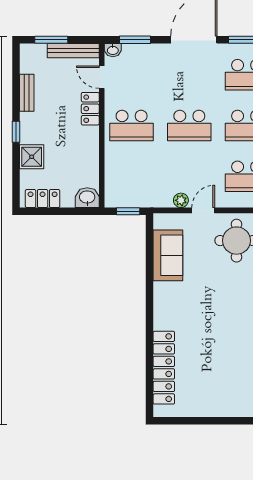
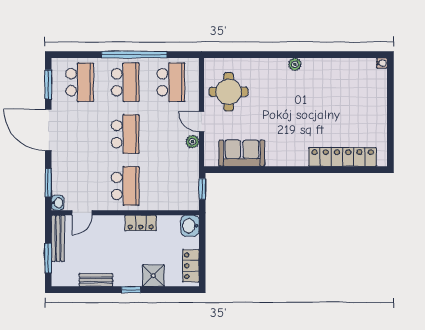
locker: (90, 109) -> (141, 223), moved

